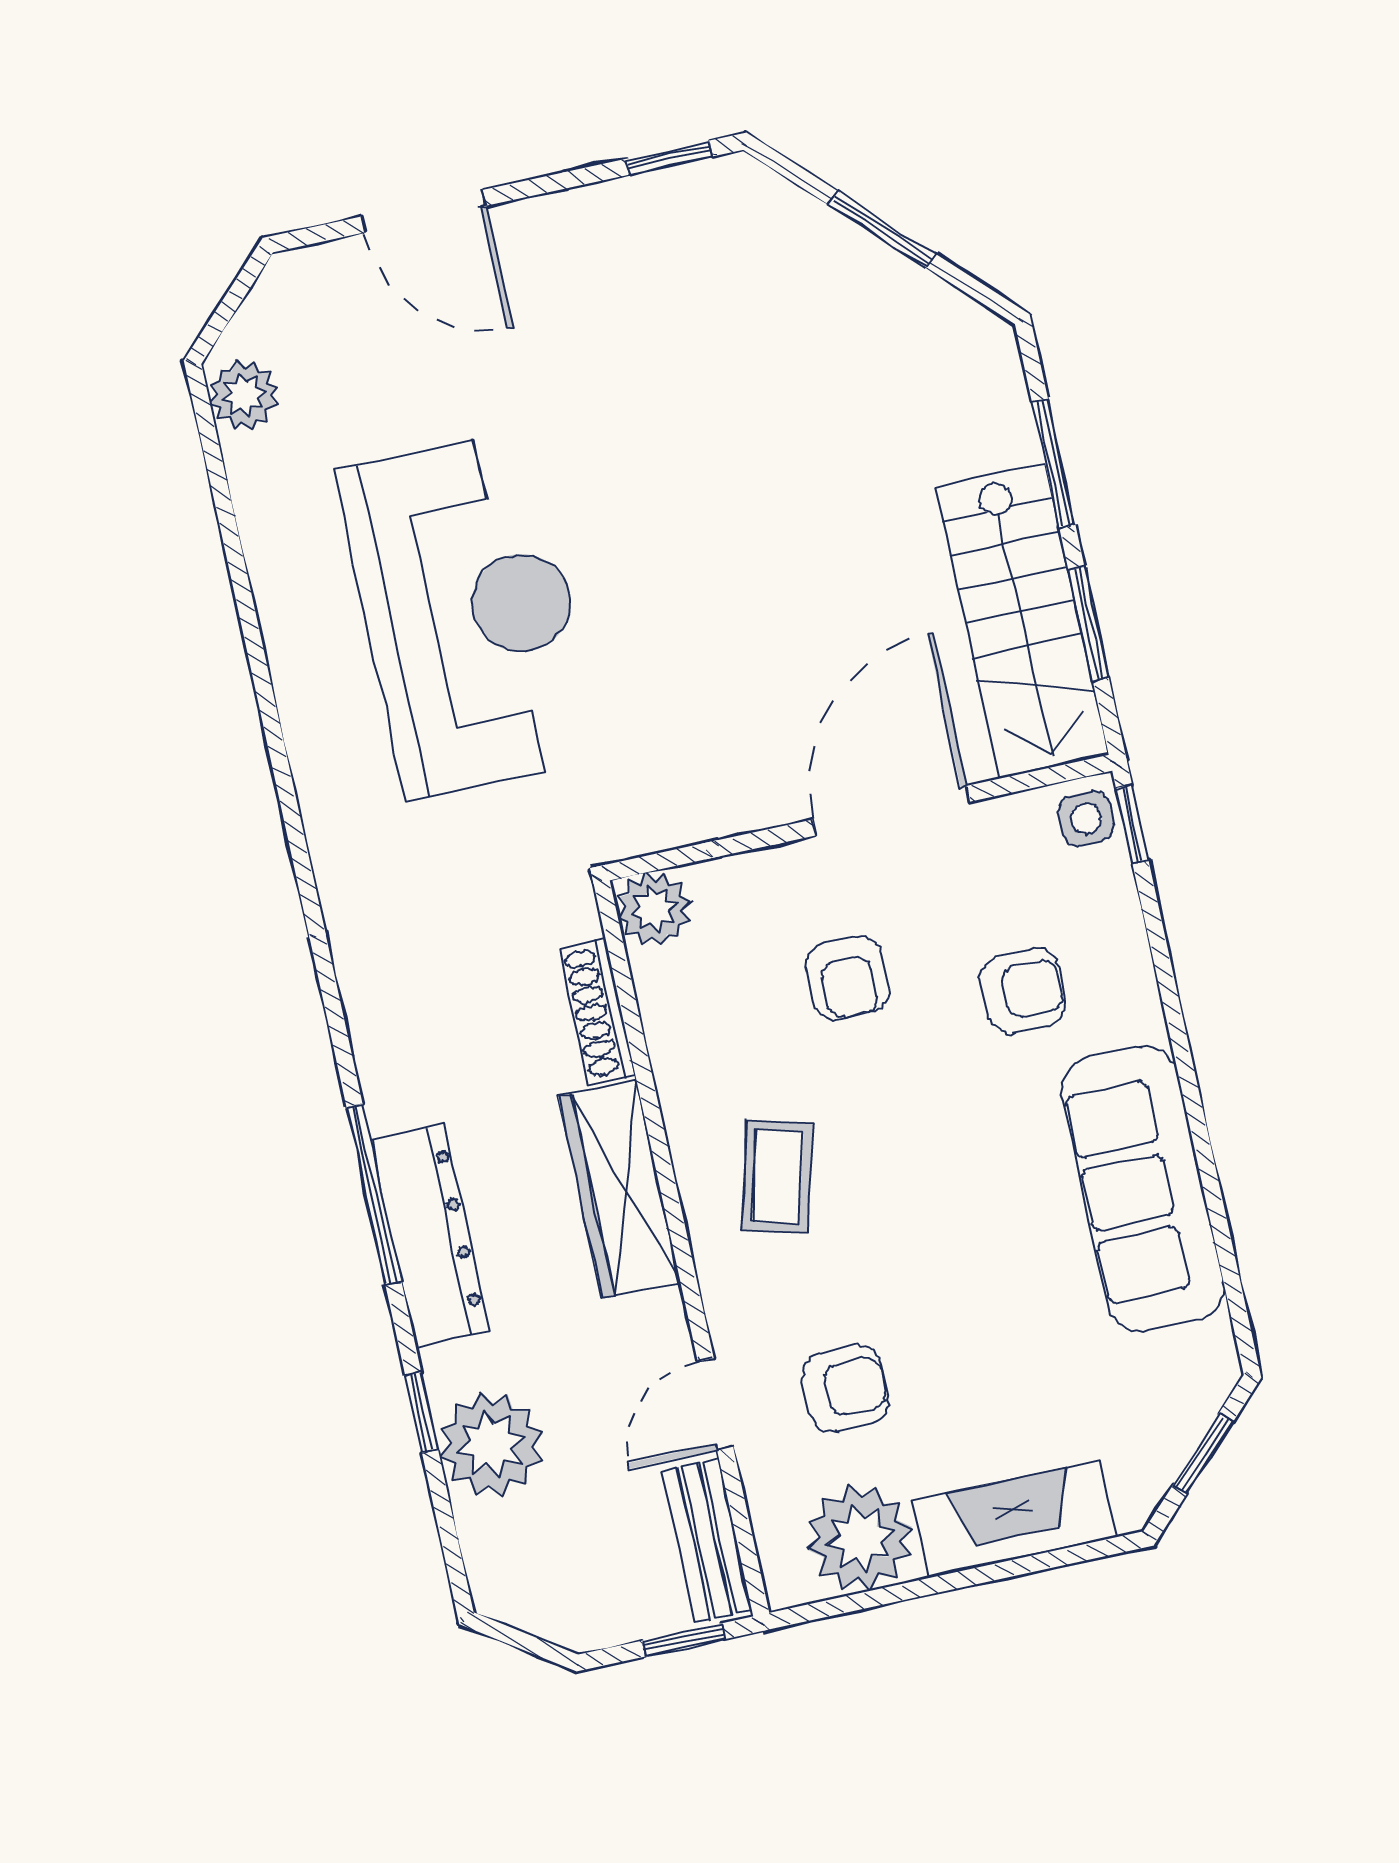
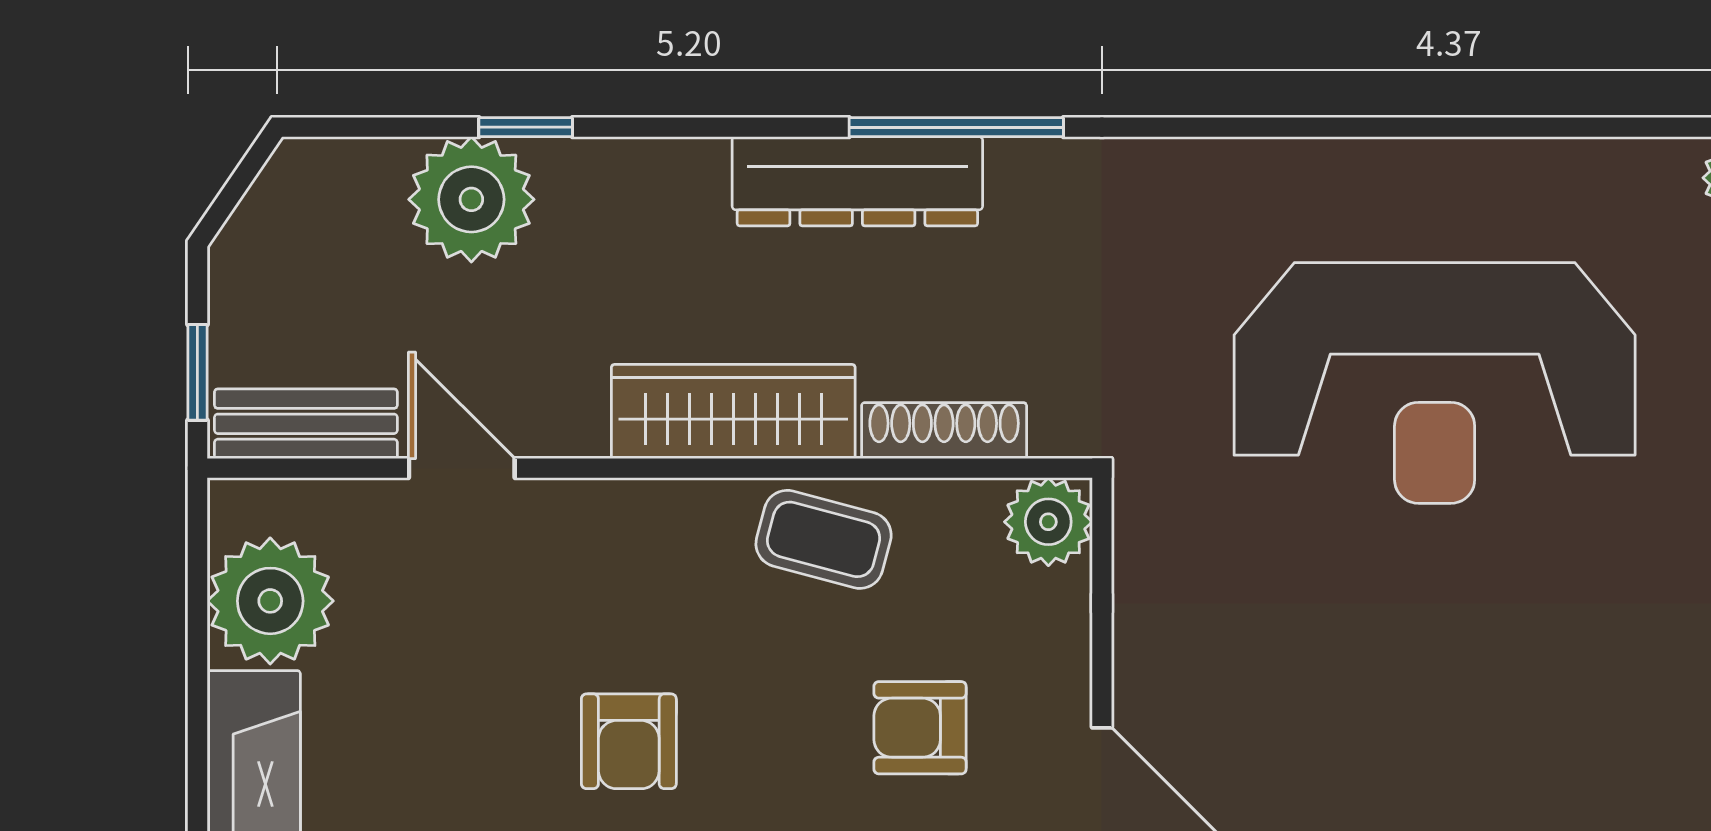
coffee table: (777, 1177) -> (824, 539), moved
window: (374, 1194) -> (956, 127), moved
dresser: (430, 1235) -> (857, 181), moved
armchair: (846, 1388) -> (629, 741), moved

